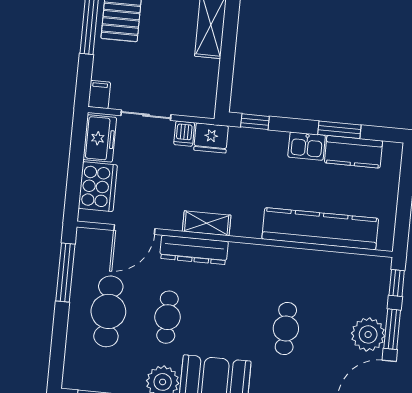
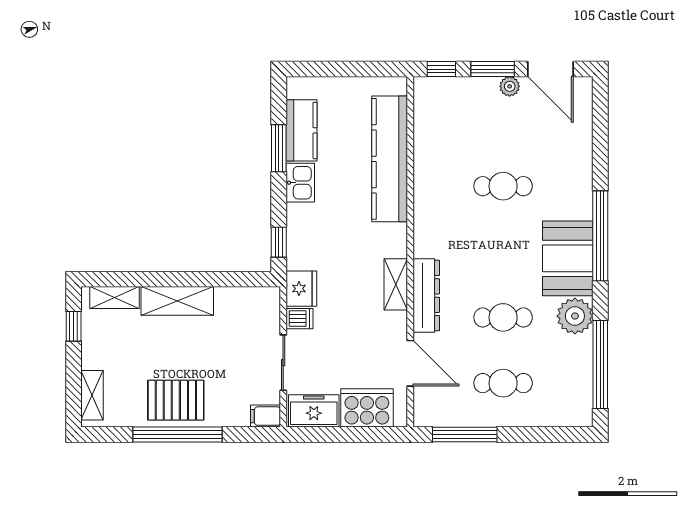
cafe table: (108, 311) -> (503, 383), width x0.73, depth x0.74
plant: (368, 334) -> (510, 86), width x0.53, depth x0.53

